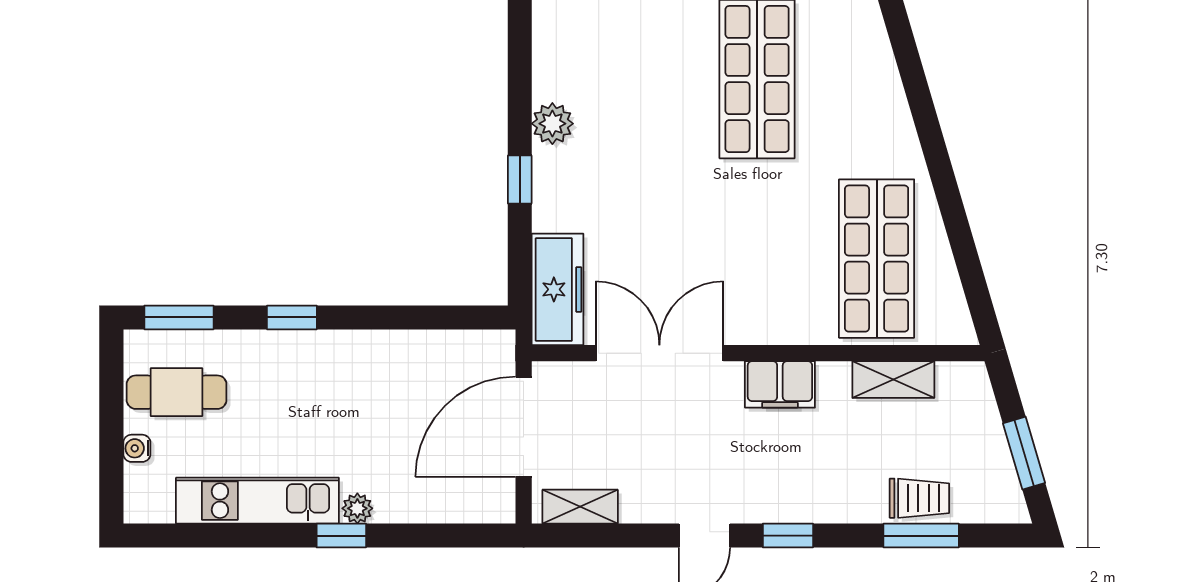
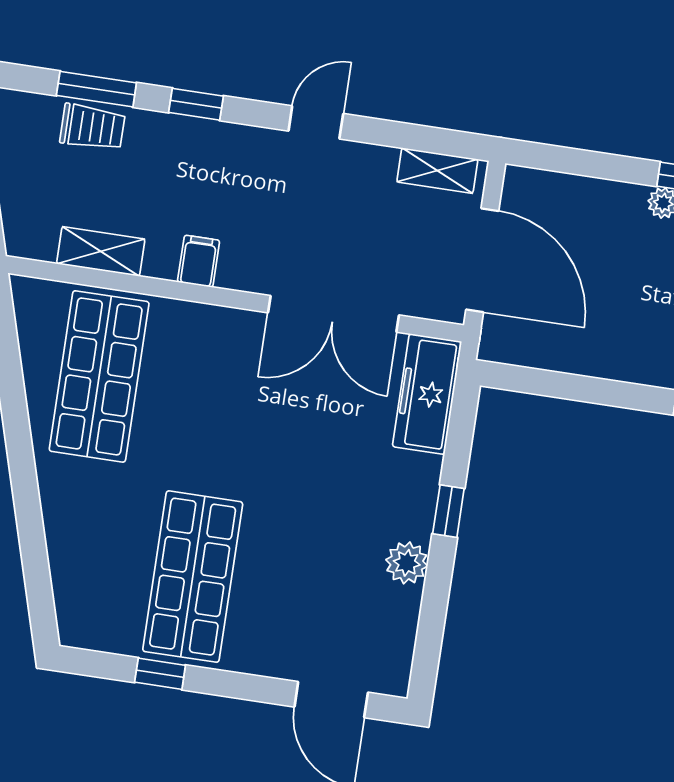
filing cabinet: (780, 384) -> (199, 261), width x0.50
door: (524, 427) -> (482, 260), hinge flipped
trolley: (919, 498) -> (92, 127), turned 180
window: (788, 536) -> (196, 104), moved

